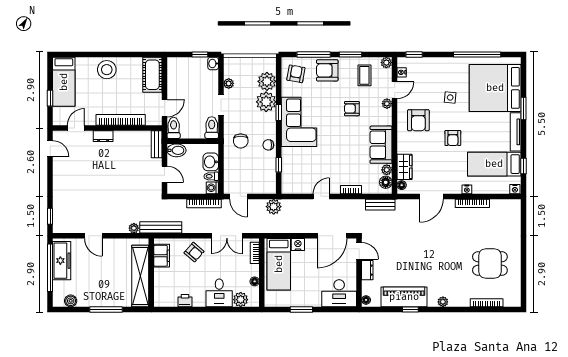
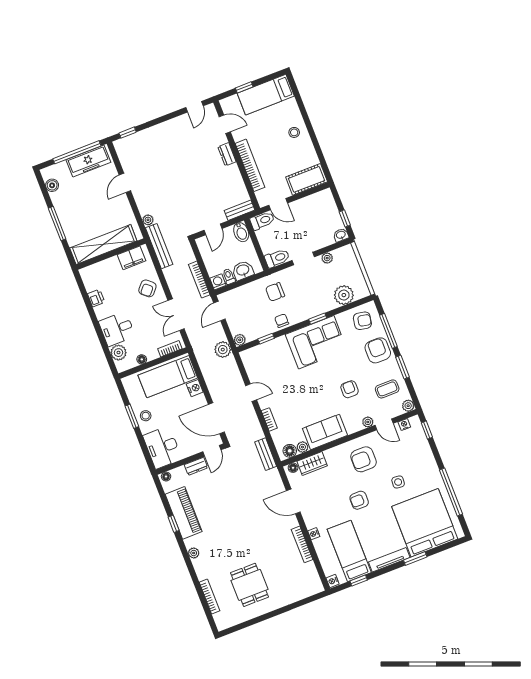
stool: (107, 70) -> (294, 132), width x0.53, depth x0.53
plant: (266, 102) -> (240, 340), moved, width x0.53, depth x0.53
stool: (306, 297) -> (146, 416), added

